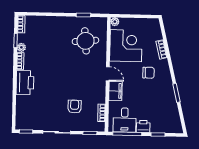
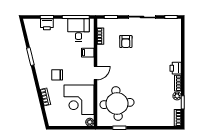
round table: (85, 41) -> (117, 103), width x1.36, depth x1.36
door: (108, 74) -> (95, 73), swing flipped
printer: (25, 83) -> (176, 68), width x0.53, depth x0.68
filing cabinet: (115, 91) -> (88, 53), width x0.50
printer: (143, 126) -> (47, 24), moved

